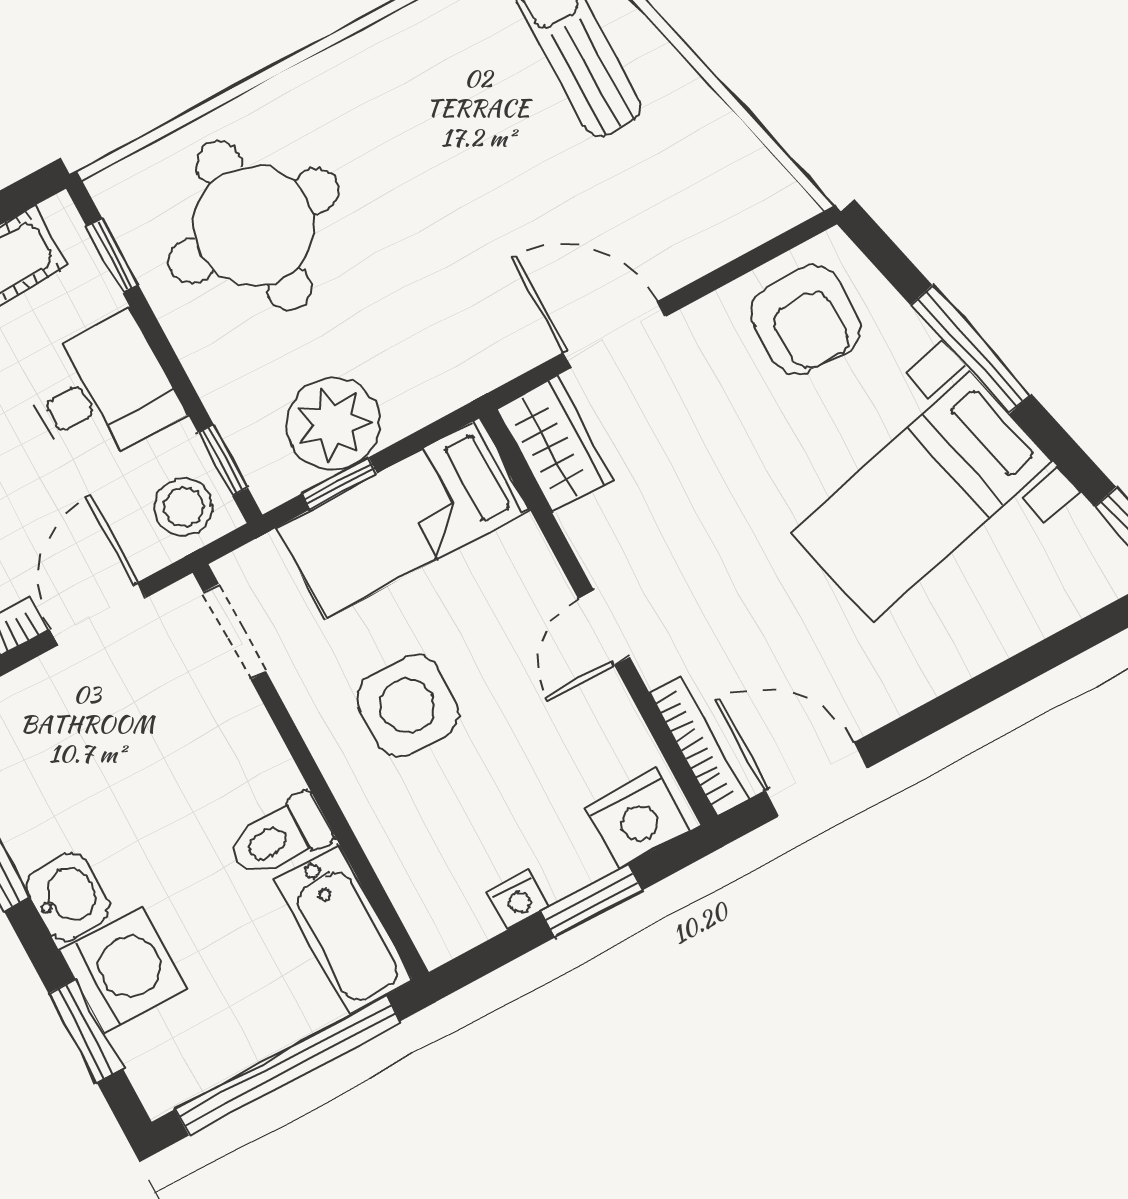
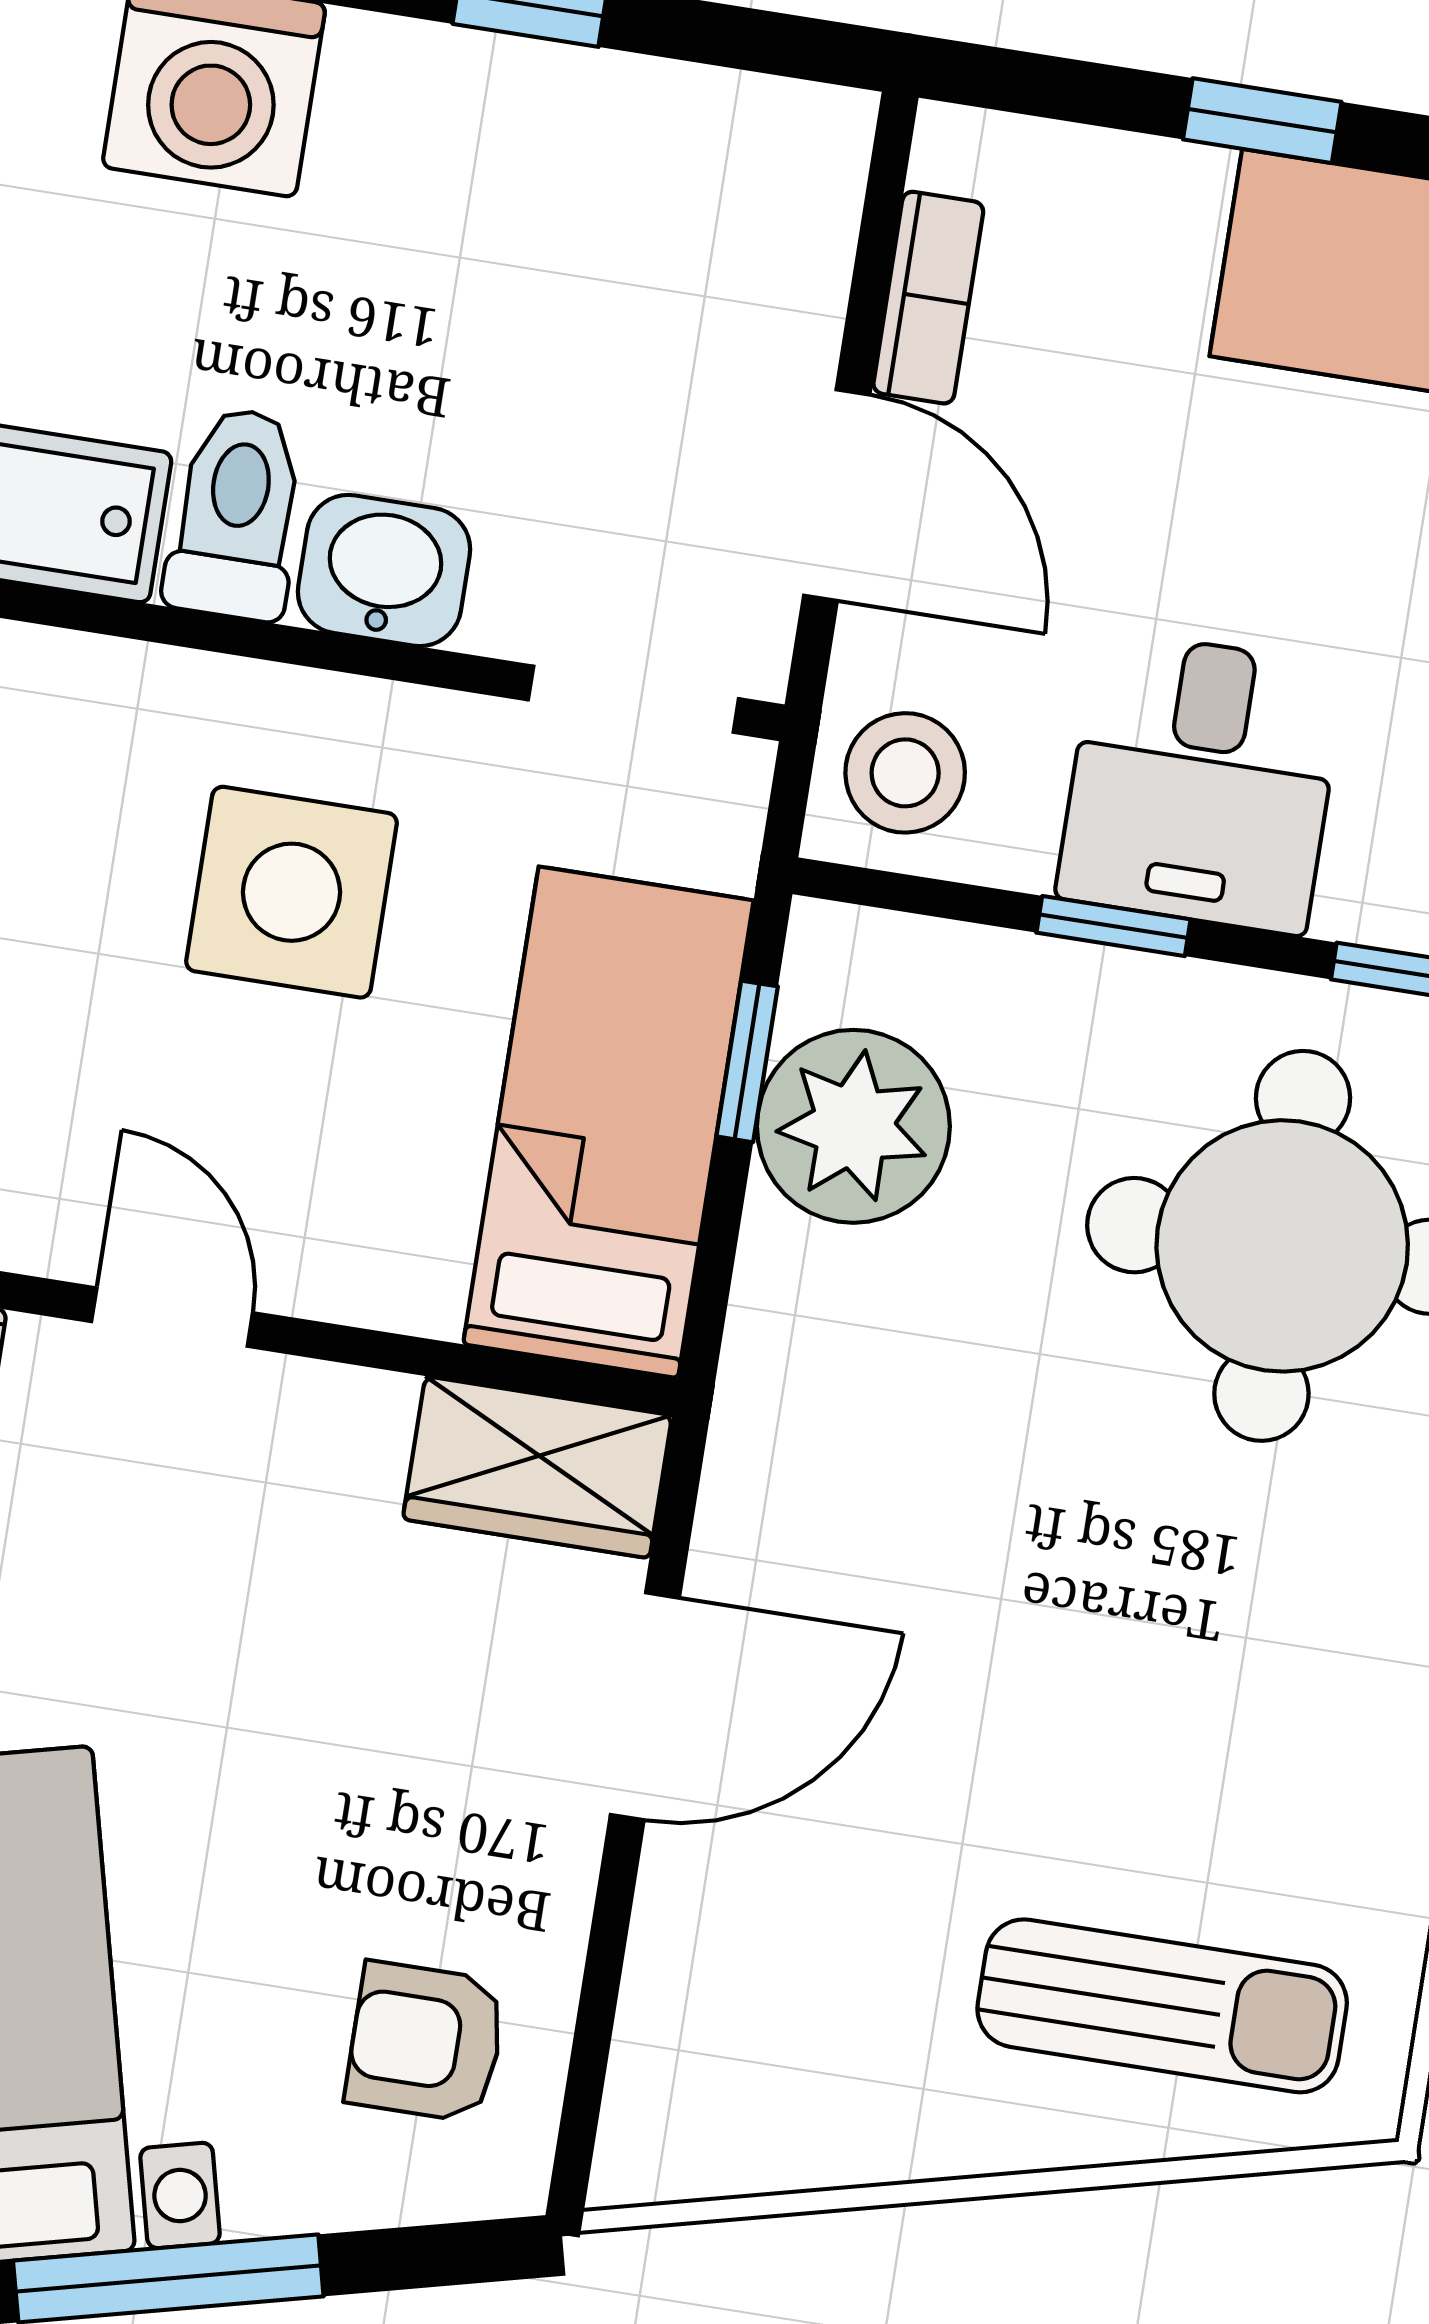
armchair: (806, 320) -> (426, 2042), width x0.72, depth x0.72
window: (223, 460) -> (1113, 926), moved
washbasin: (68, 896) -> (384, 570), moved, turned 180

